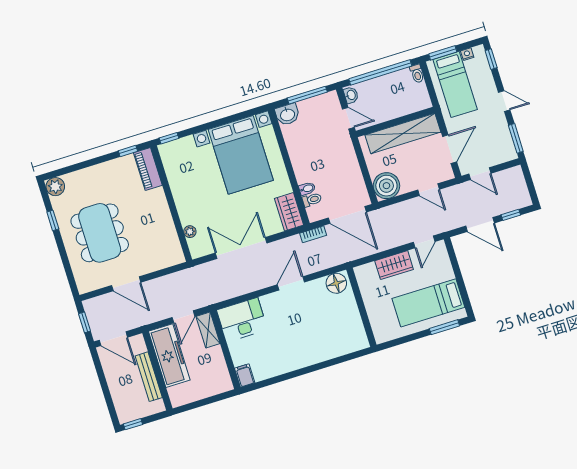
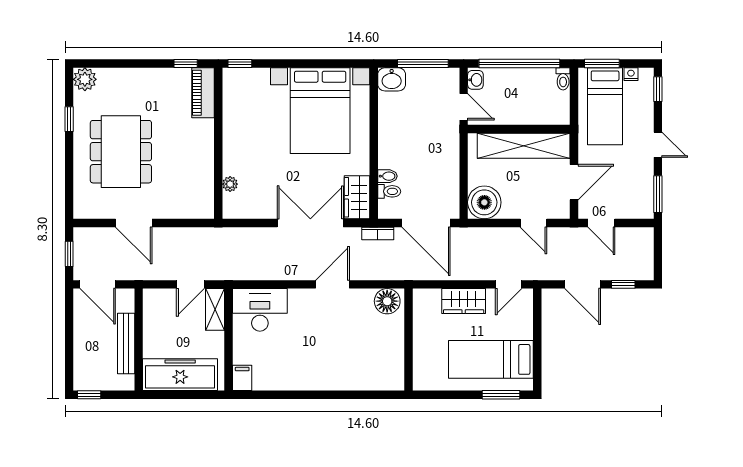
double door: (241, 248) -> (310, 223), moved
freezer: (169, 356) -> (180, 375), moved, turned -90

